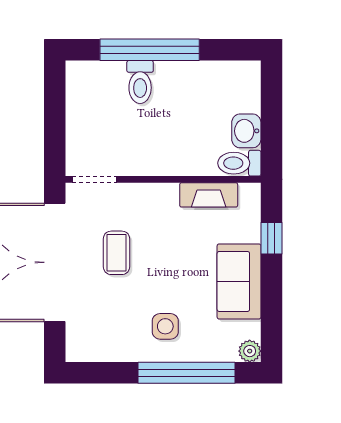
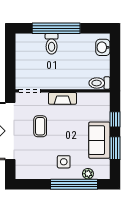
washbasin: (246, 131) -> (103, 47), moved
fireplace: (209, 195) -> (62, 98), moved
window: (271, 298) -> (115, 148), added
plant: (250, 351) -> (88, 174), moved

